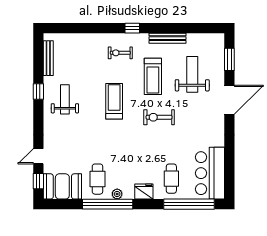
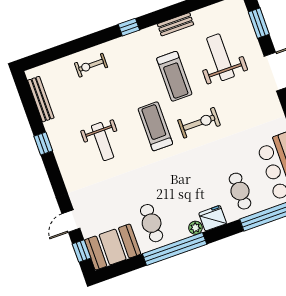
bench: (168, 38) -> (176, 24), width x0.73
exercise bike: (120, 53) -> (91, 65), moved
weight bench: (65, 99) -> (103, 142), moved, turned 180
treadmill: (114, 101) -> (155, 126), moved
exercise bike: (159, 117) -> (199, 123), turned 180
plant: (117, 194) -> (195, 228), moved

